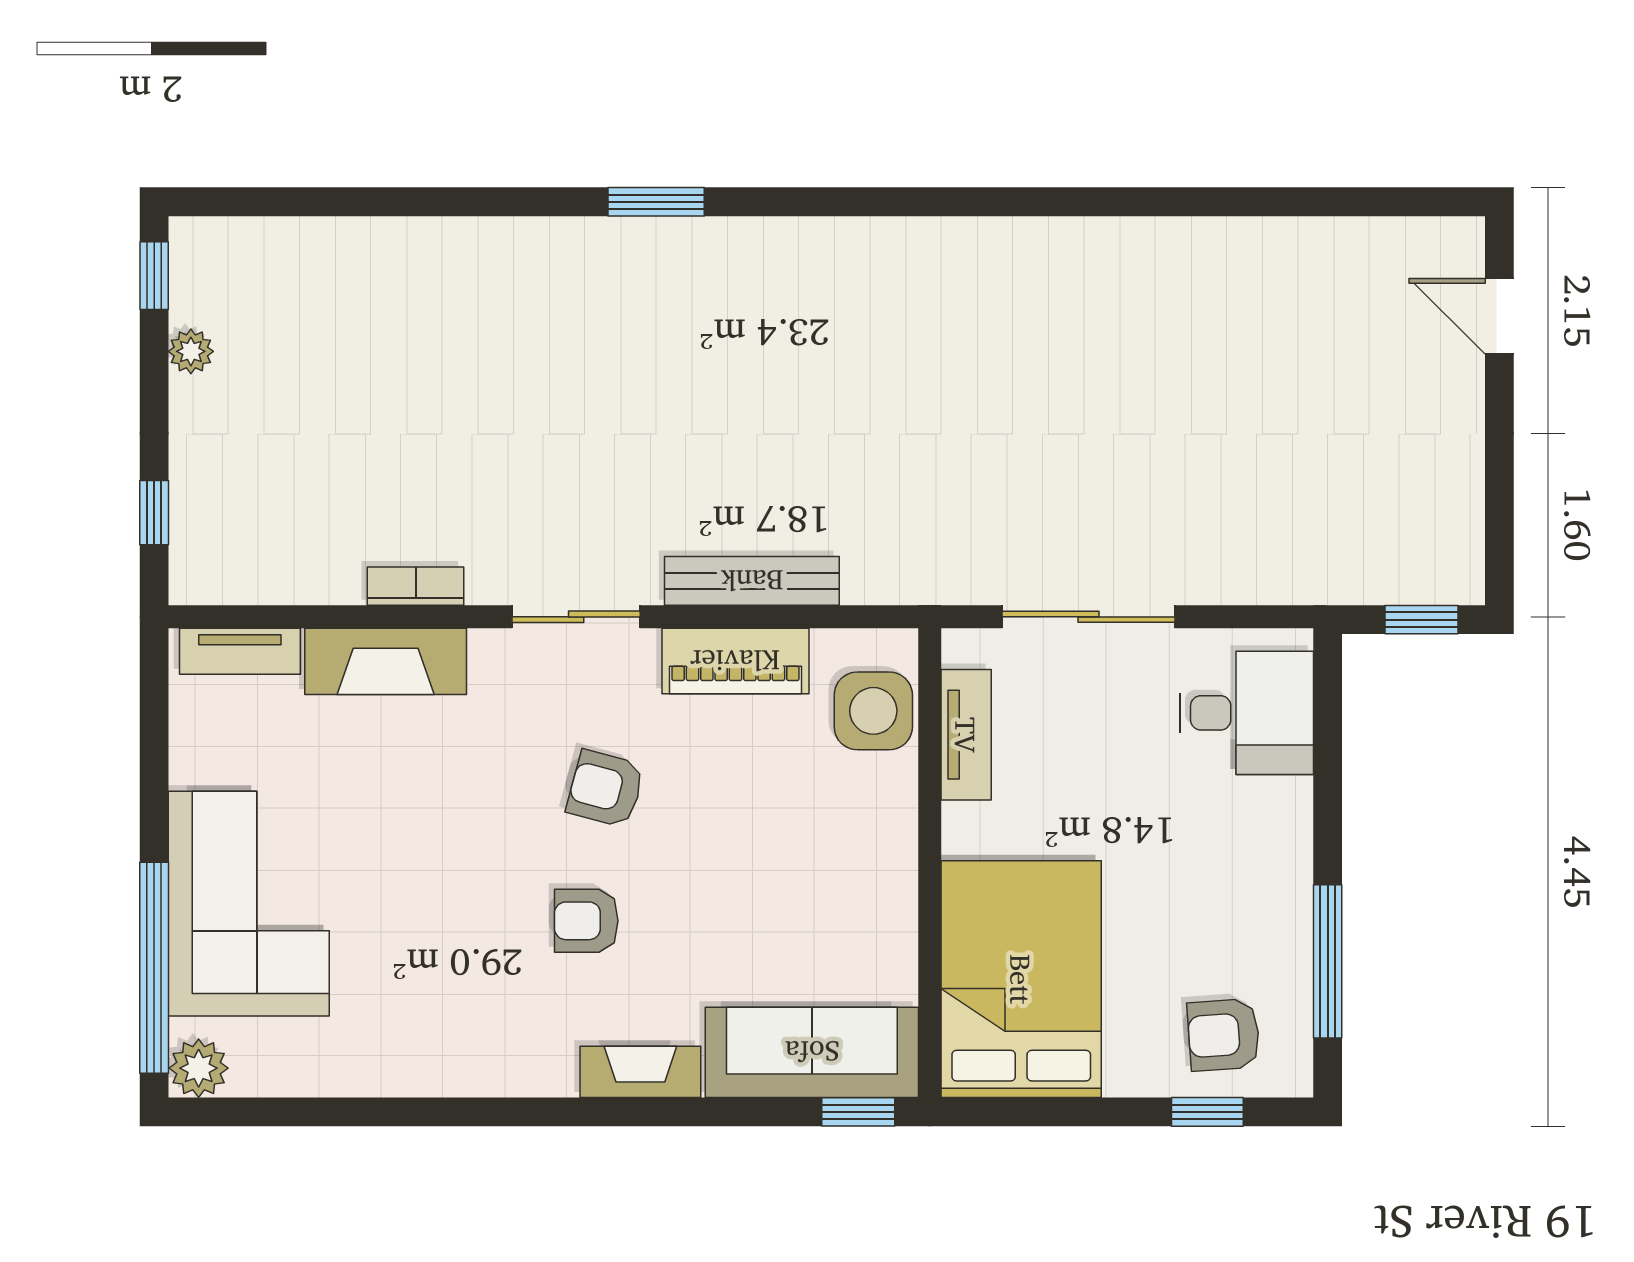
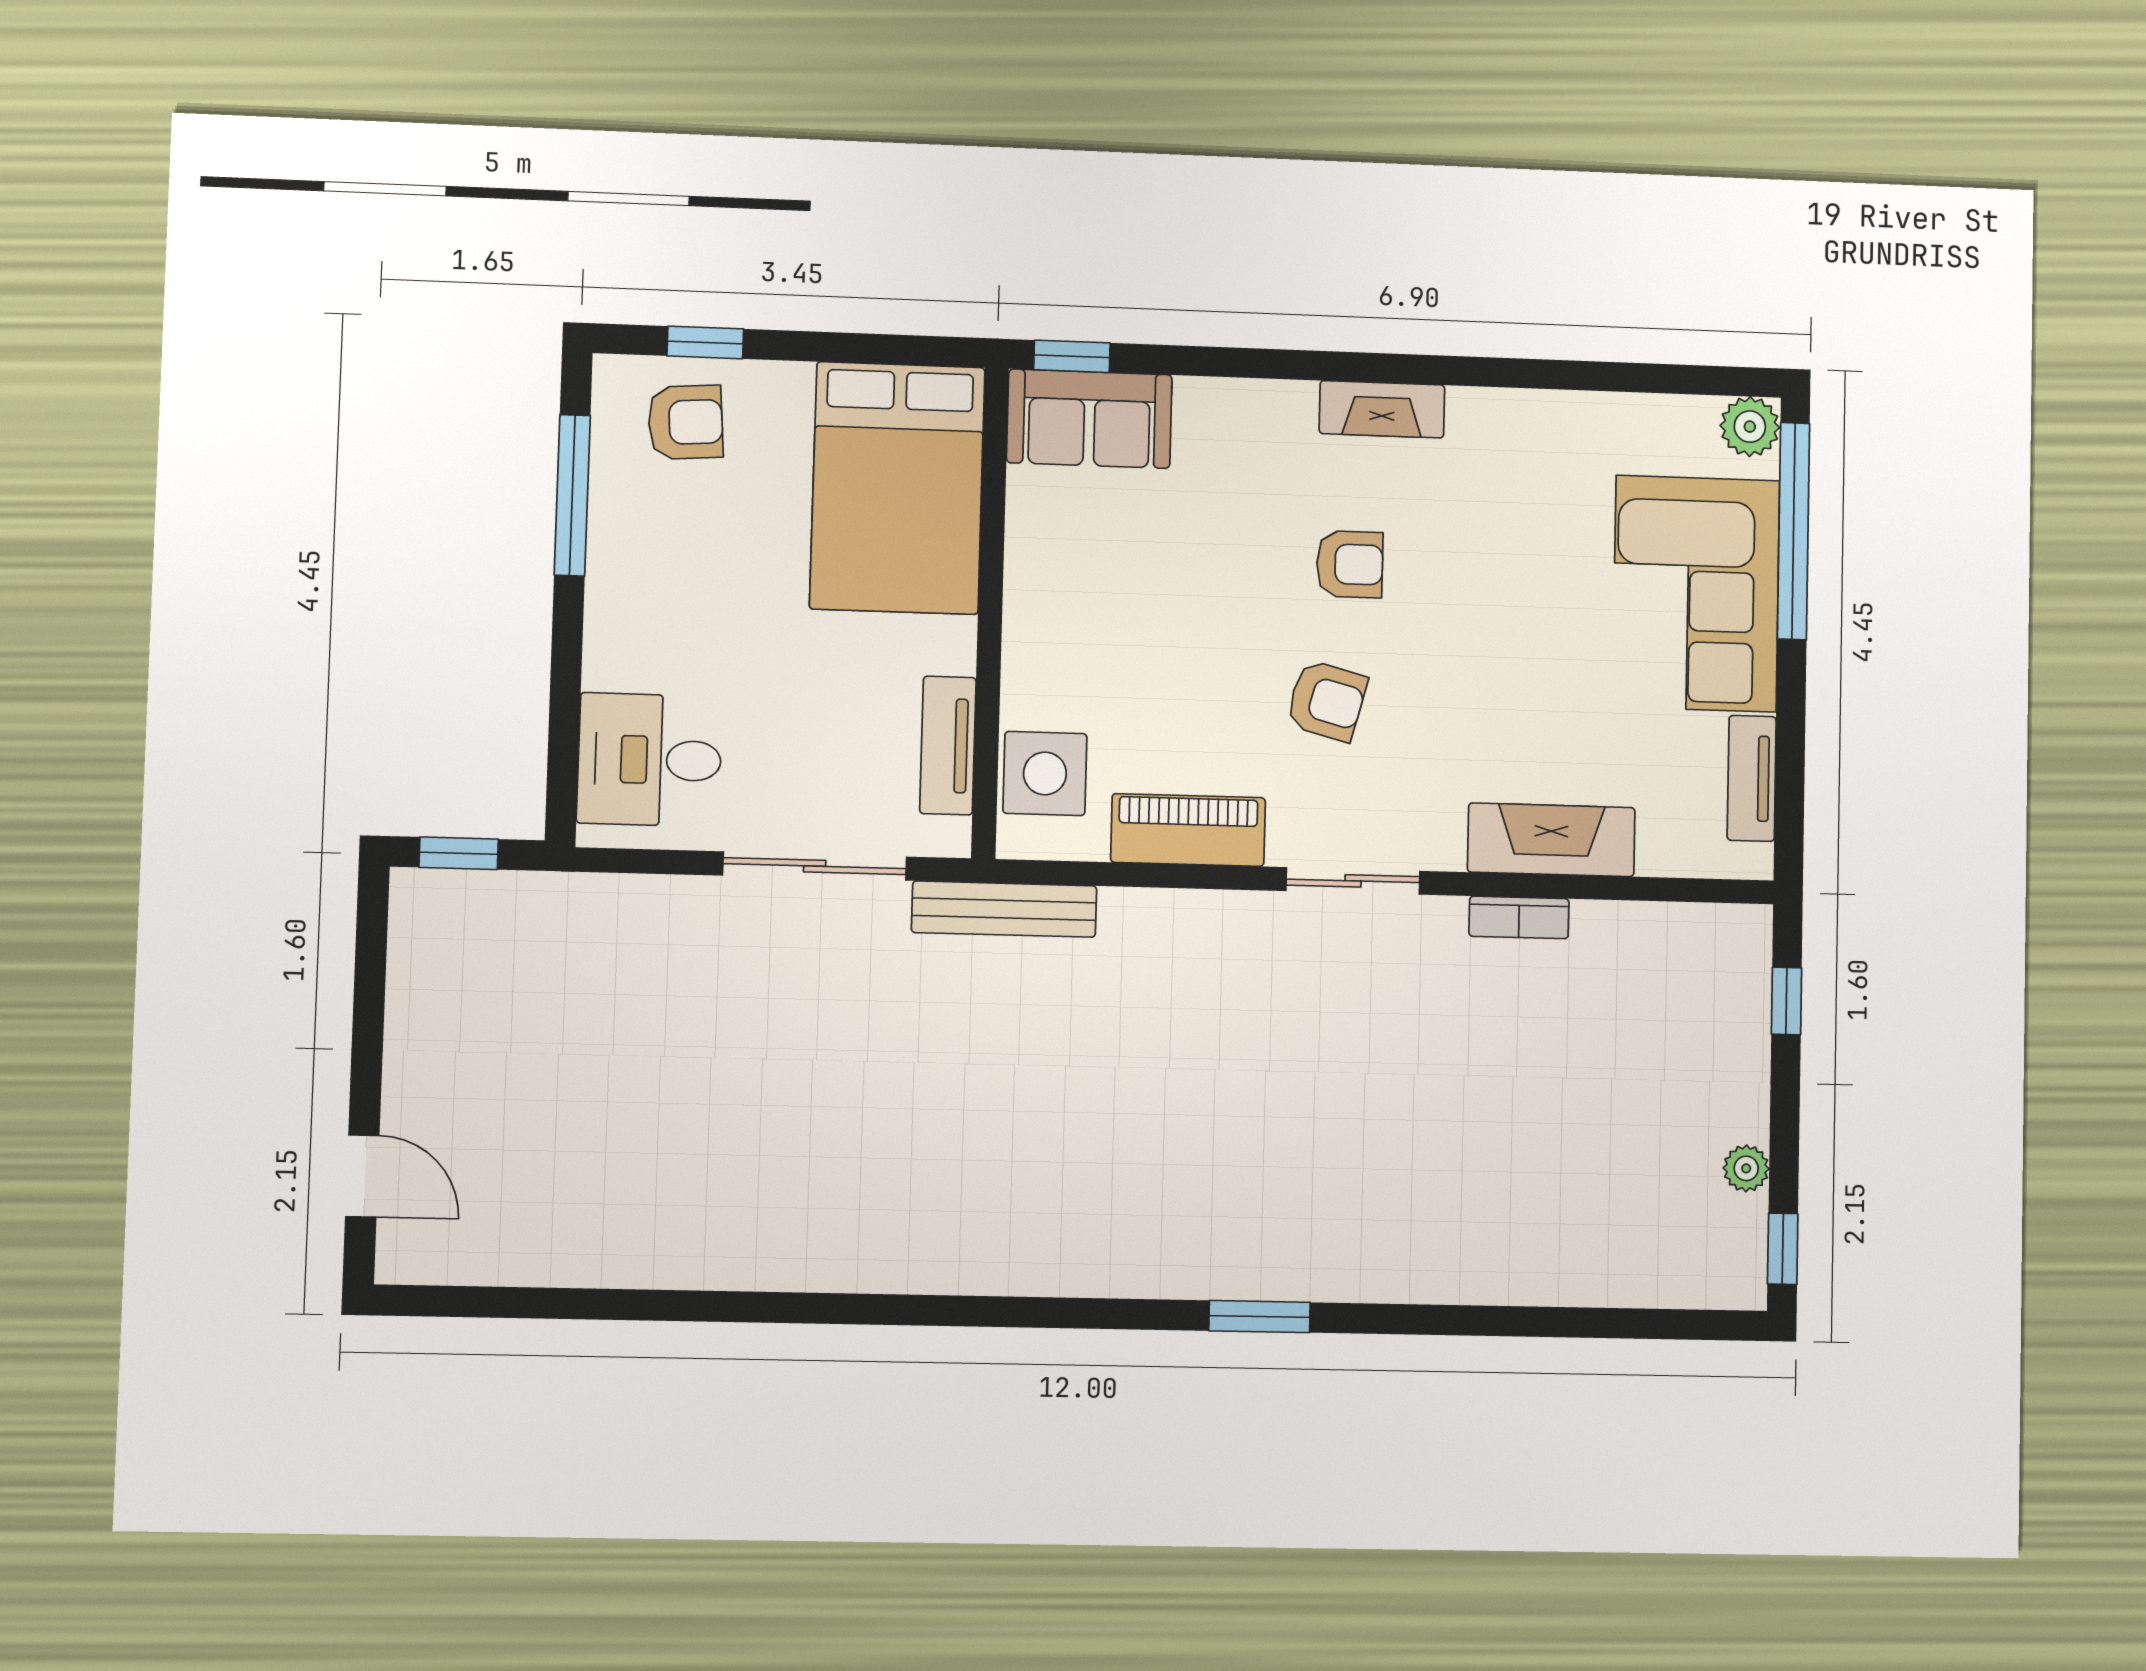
bench: (752, 581) -> (1004, 909), moved
tv unit: (240, 651) -> (1752, 778), moved, turned -90
sofa: (812, 1052) -> (1089, 419), width x0.73
fireplace: (640, 1072) -> (1382, 409), moved

